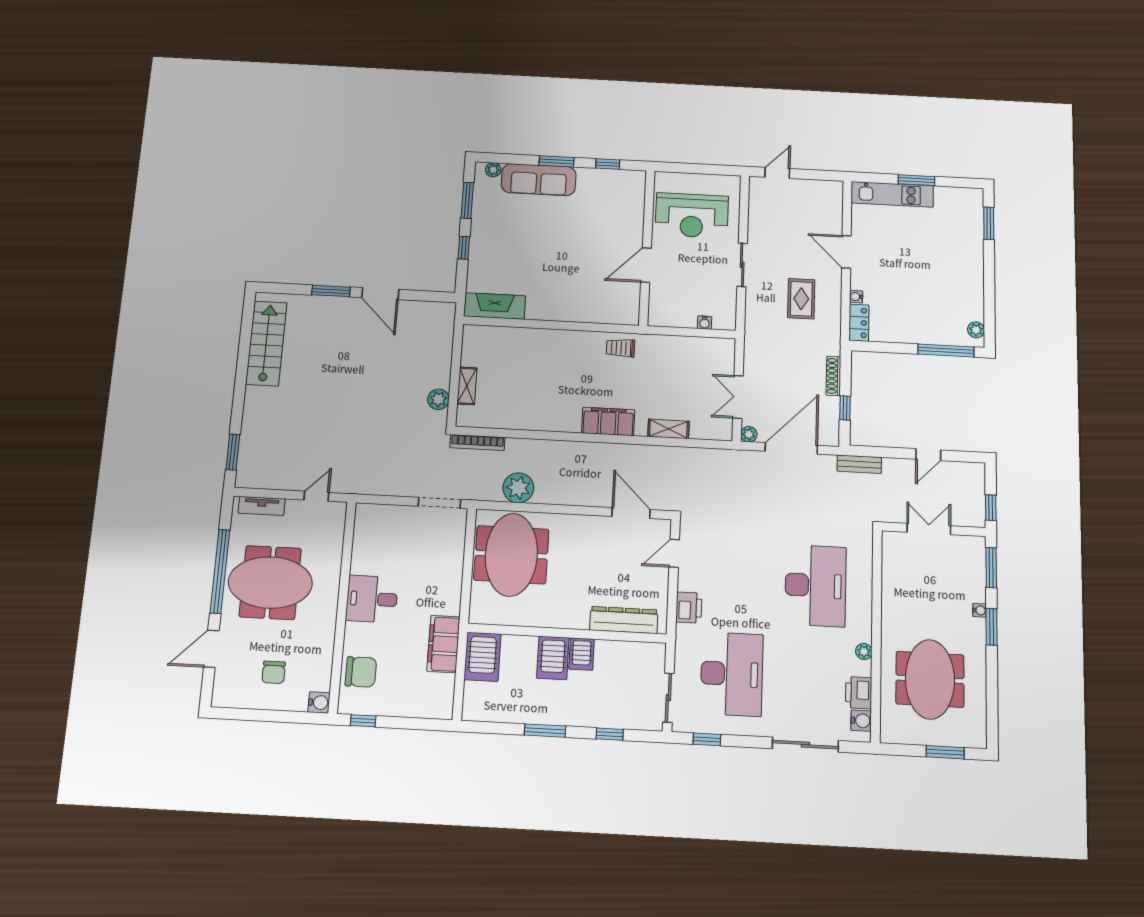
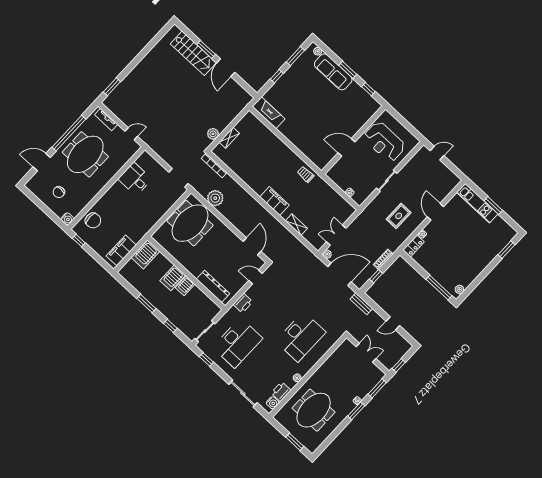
stairs: (266, 343) -> (193, 53), moved, turned 90
meeting table: (270, 583) -> (85, 154), turned 90
desk: (372, 599) -> (135, 179), moved
filing cabinet: (443, 644) -> (121, 250), moved

